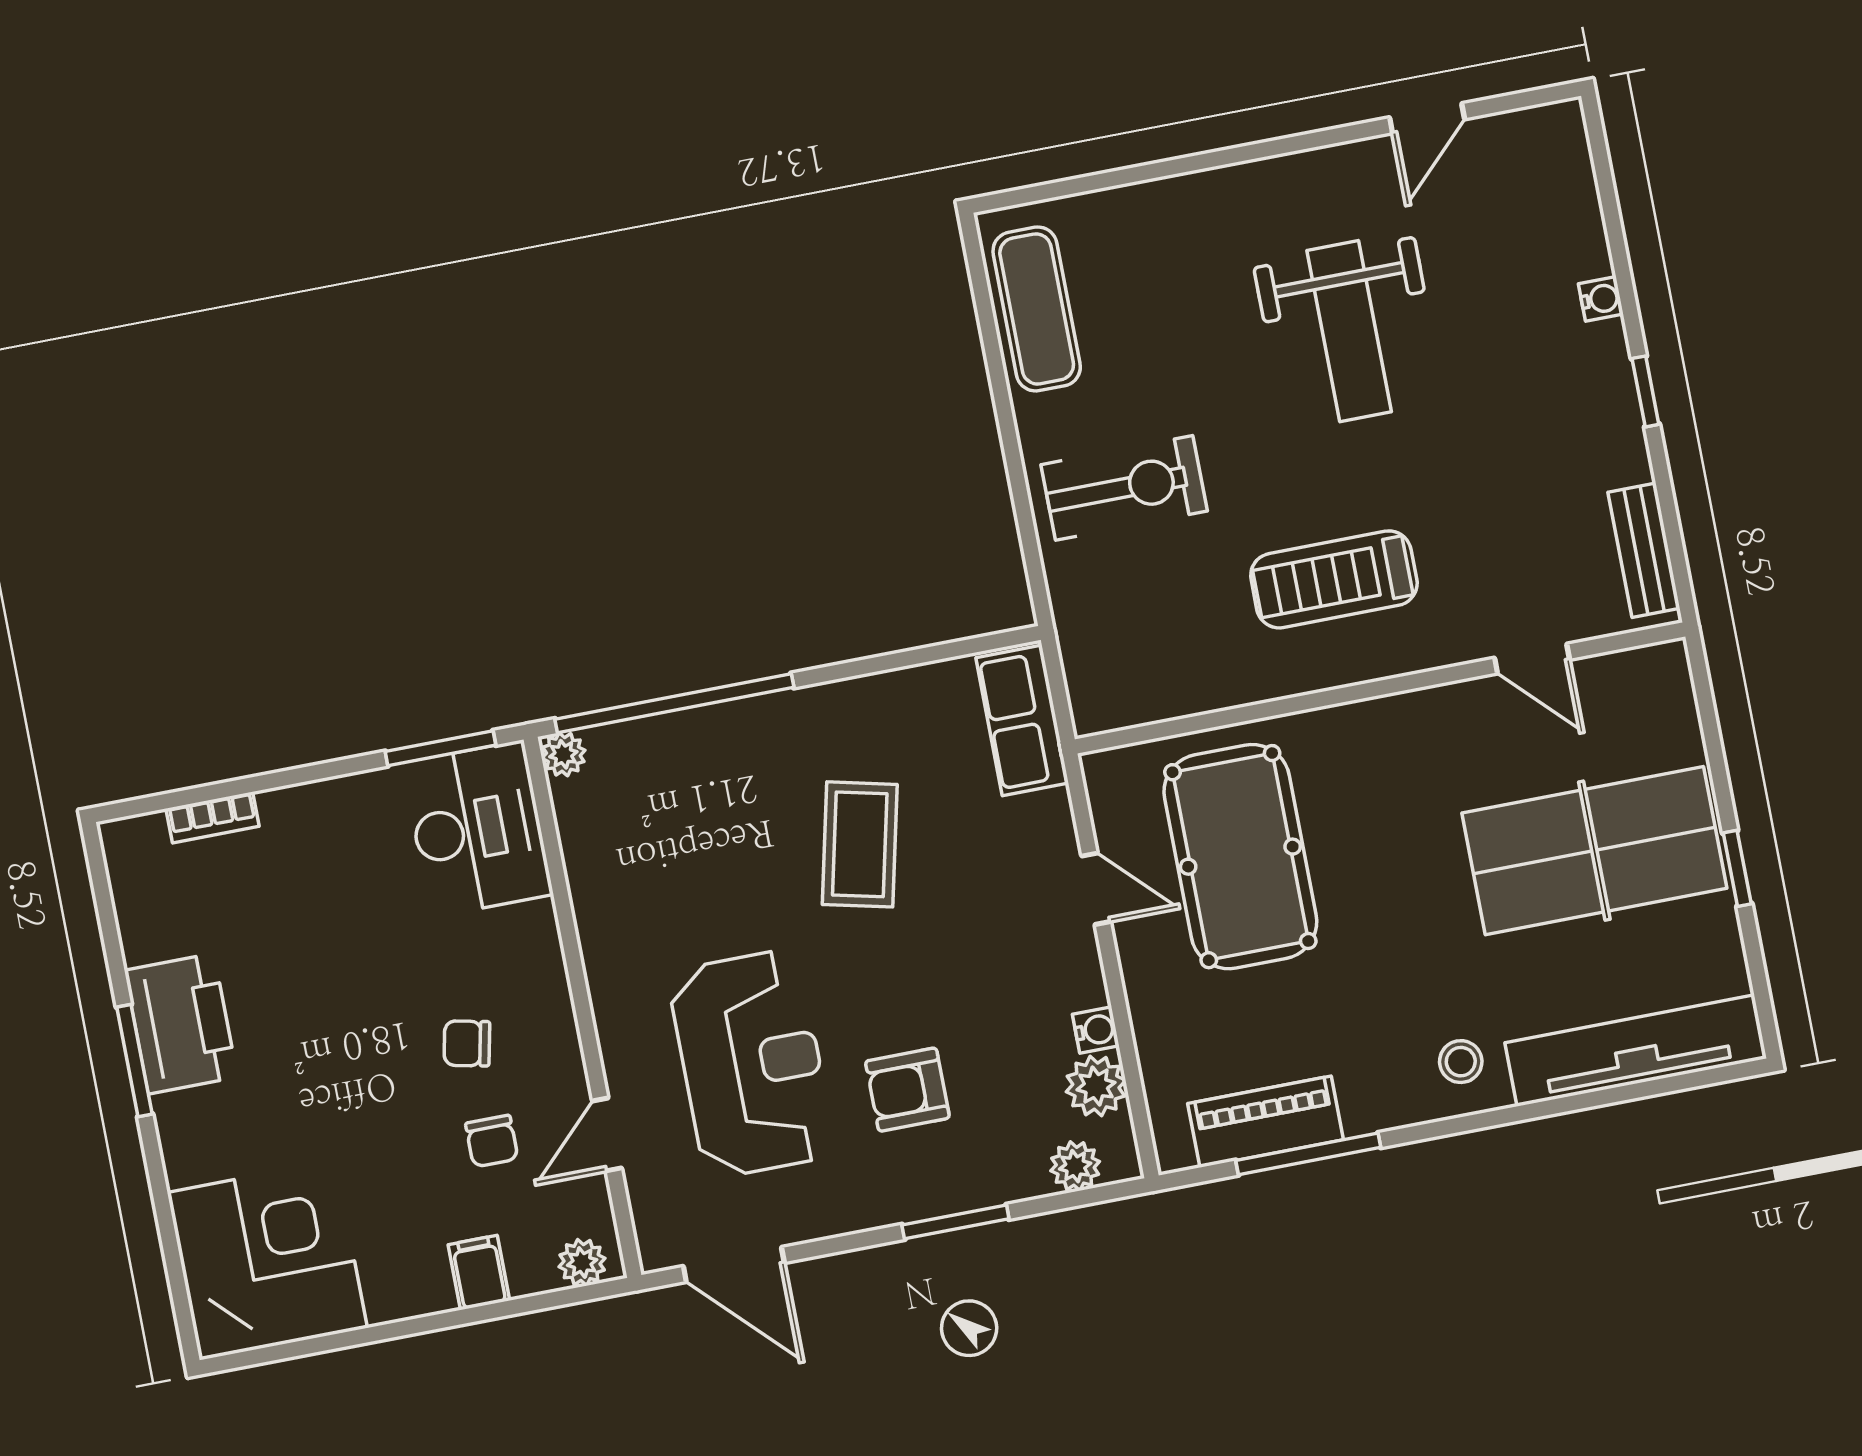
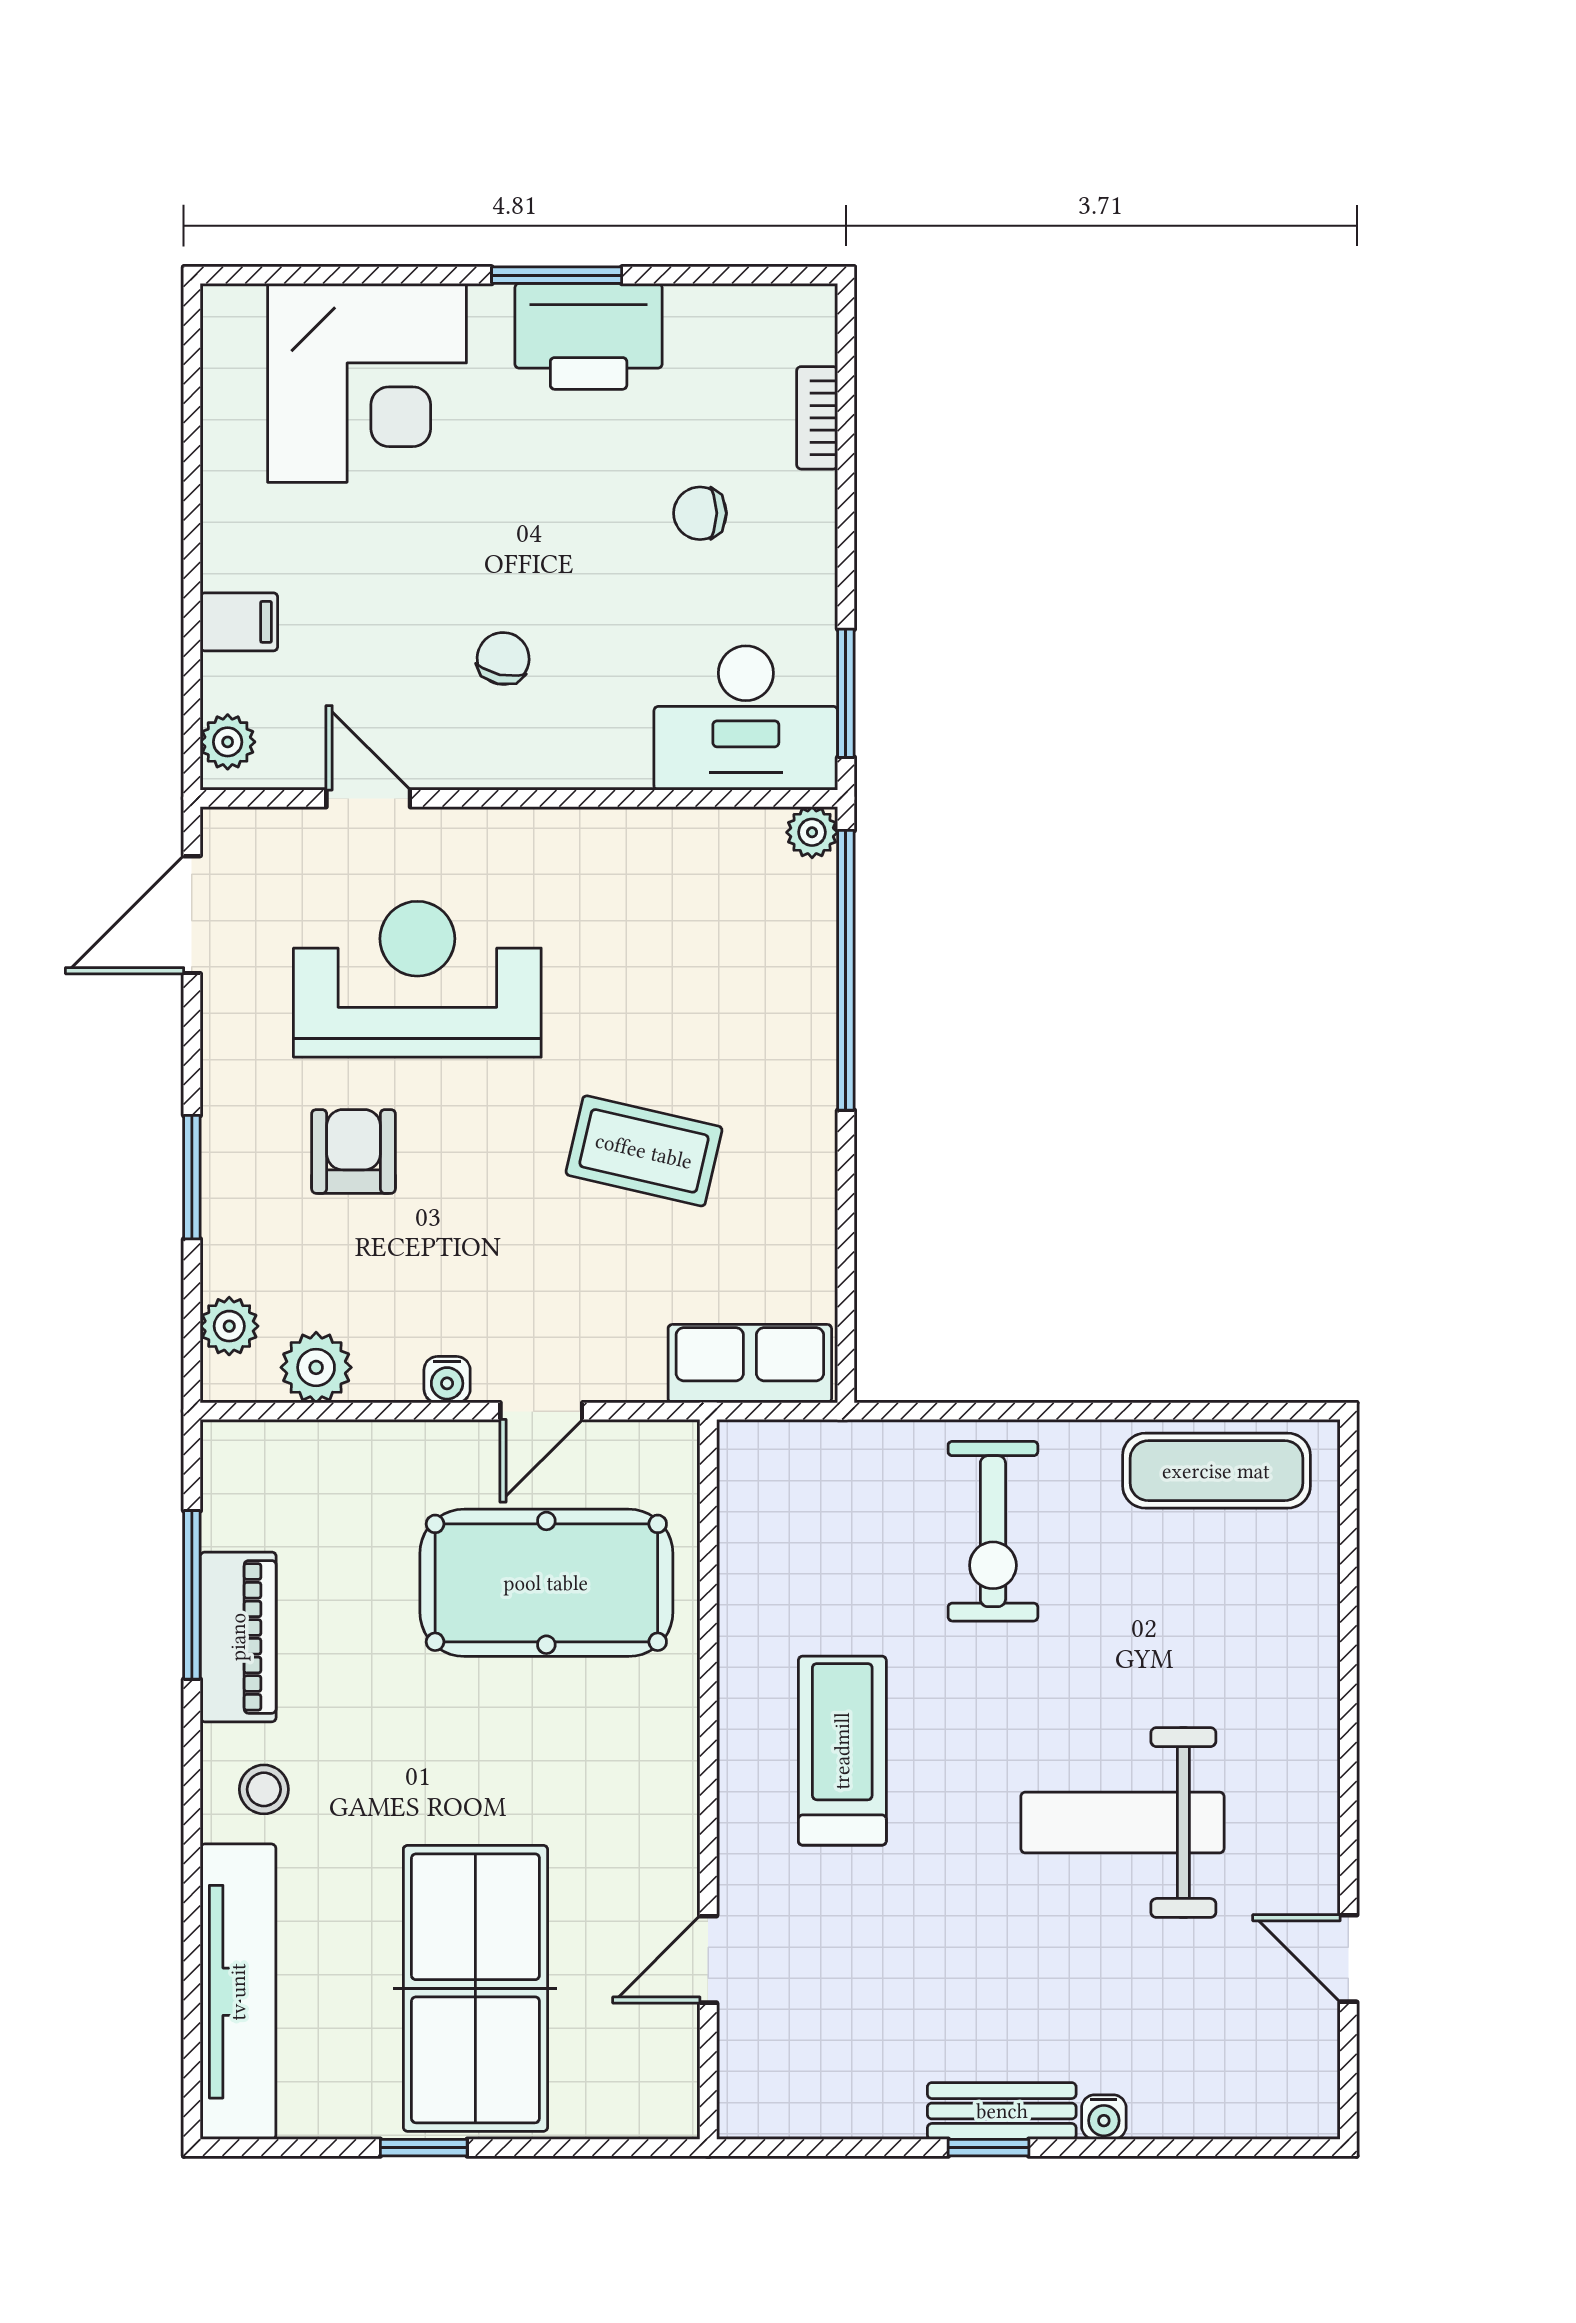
bench: (1644, 550) -> (1002, 2111), moved
water cooler: (1096, 1030) -> (447, 1380), moved
reception desk: (752, 1064) -> (417, 979), turned 180
piano: (1266, 1122) -> (238, 1637), moved
chair: (492, 1141) -> (700, 513), moved
corner desk: (267, 1260) -> (367, 383), moved

